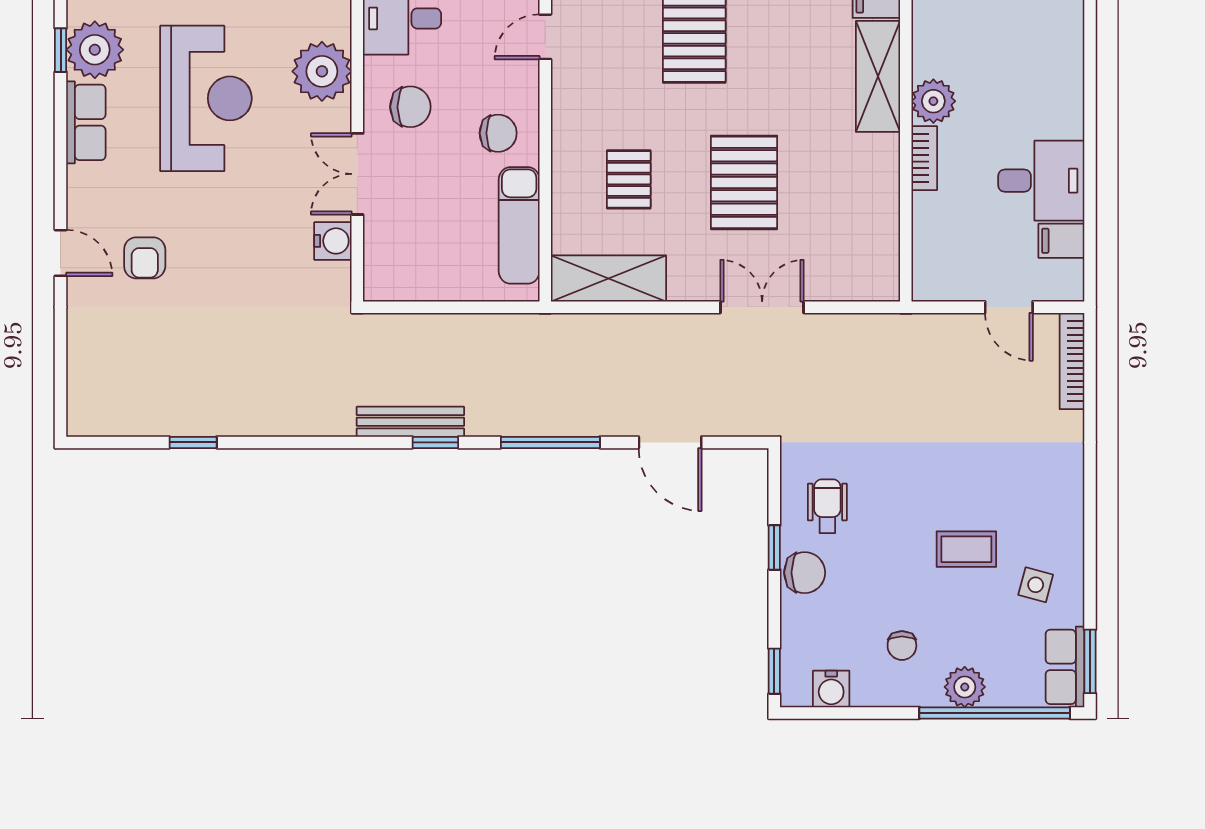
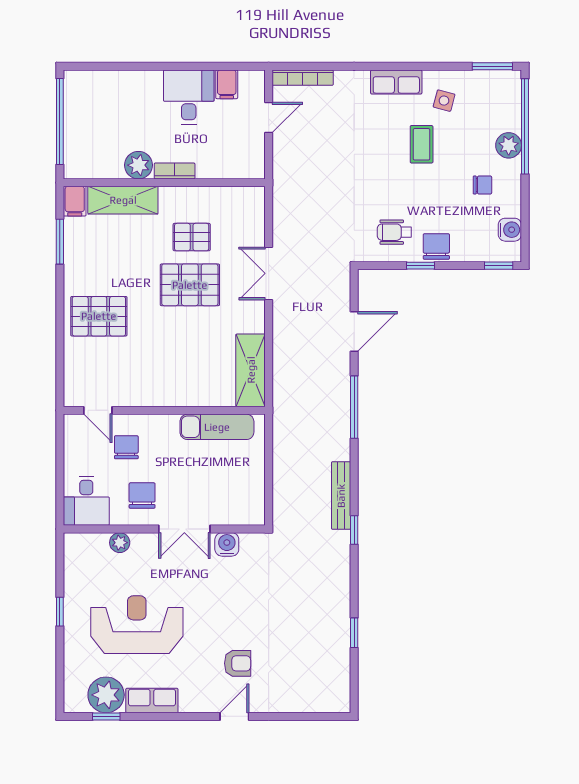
plant: (322, 71) -> (120, 543), width x0.53, depth x0.53
chair: (498, 133) -> (126, 447), moved
pallet: (629, 179) -> (192, 237), moved
window: (435, 442) -> (354, 530), moved
row of seats: (1065, 667) -> (396, 82), moved

